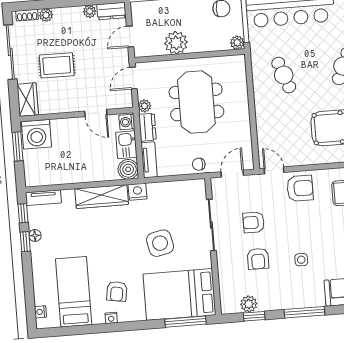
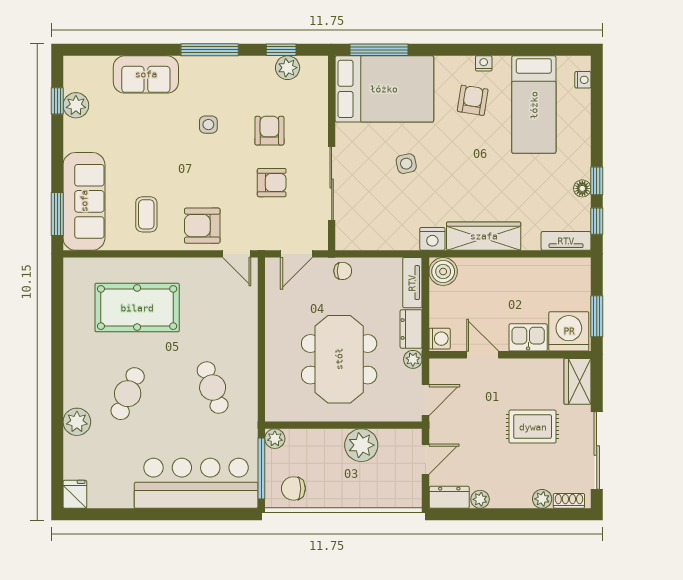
kitchen sink: (126, 145) -> (528, 337), moved, turned -90
side table: (160, 243) -> (406, 164), width x0.54, depth x0.54

